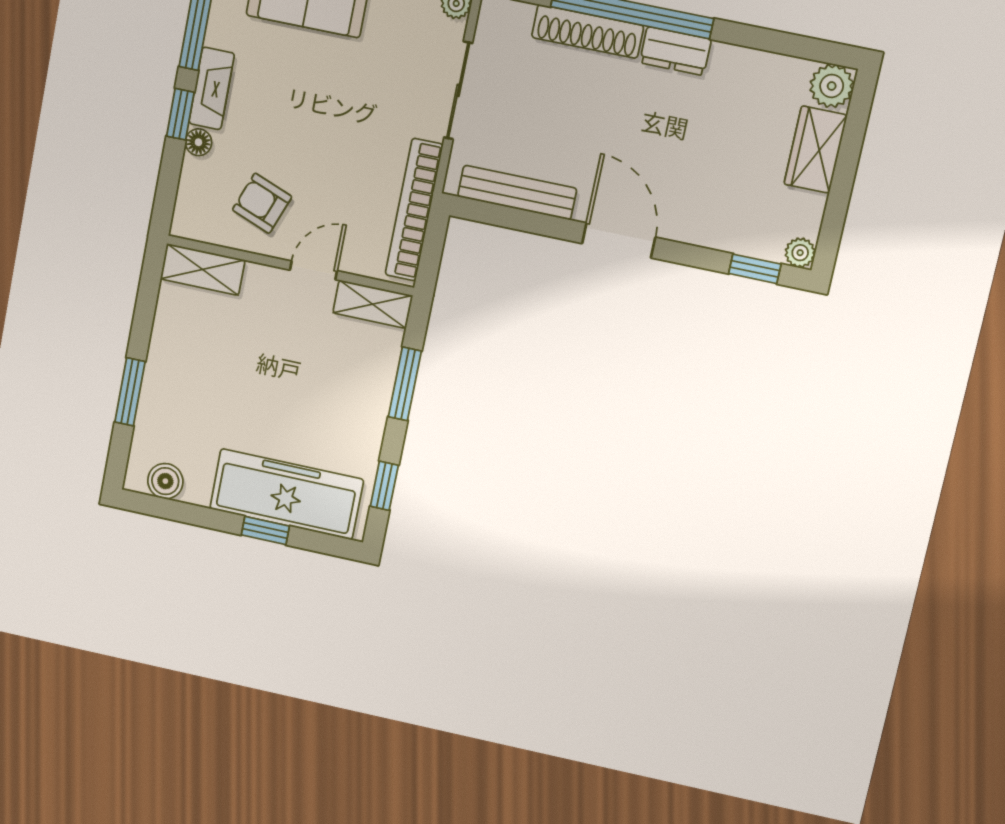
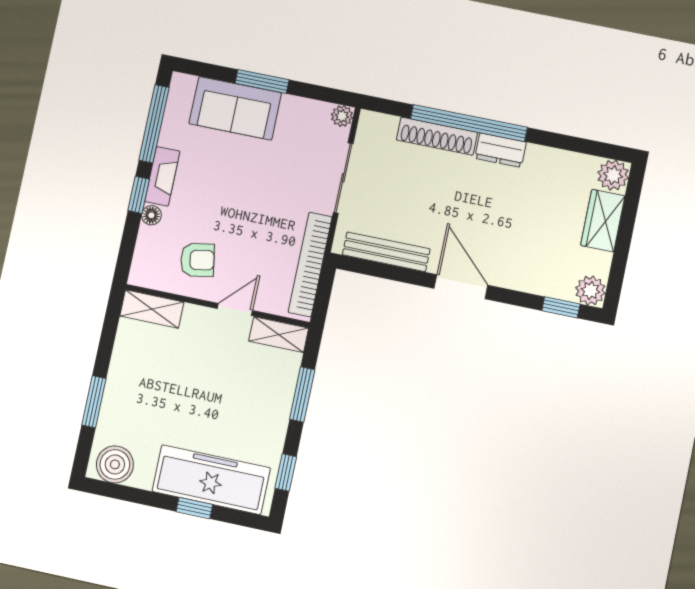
armchair: (262, 203) -> (198, 260), turned 149
plant: (800, 253) -> (590, 291), width x1.38, depth x1.38
boiler: (165, 481) -> (115, 464), width x1.36, depth x1.36

